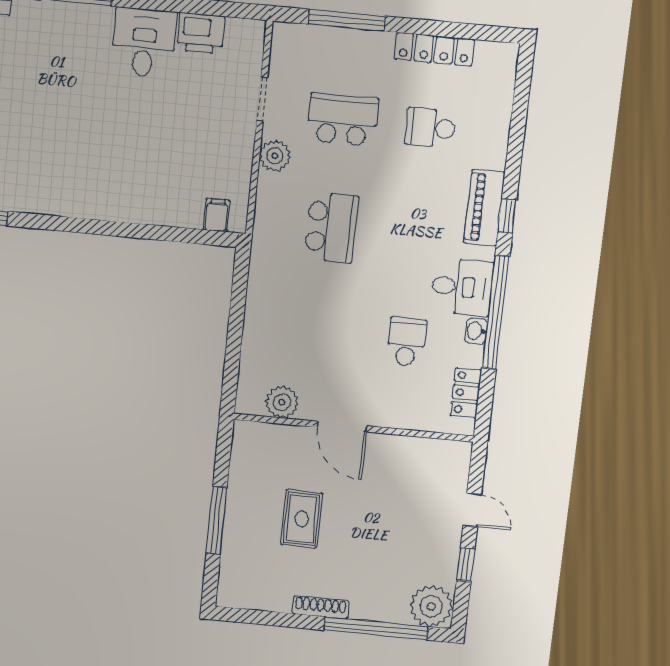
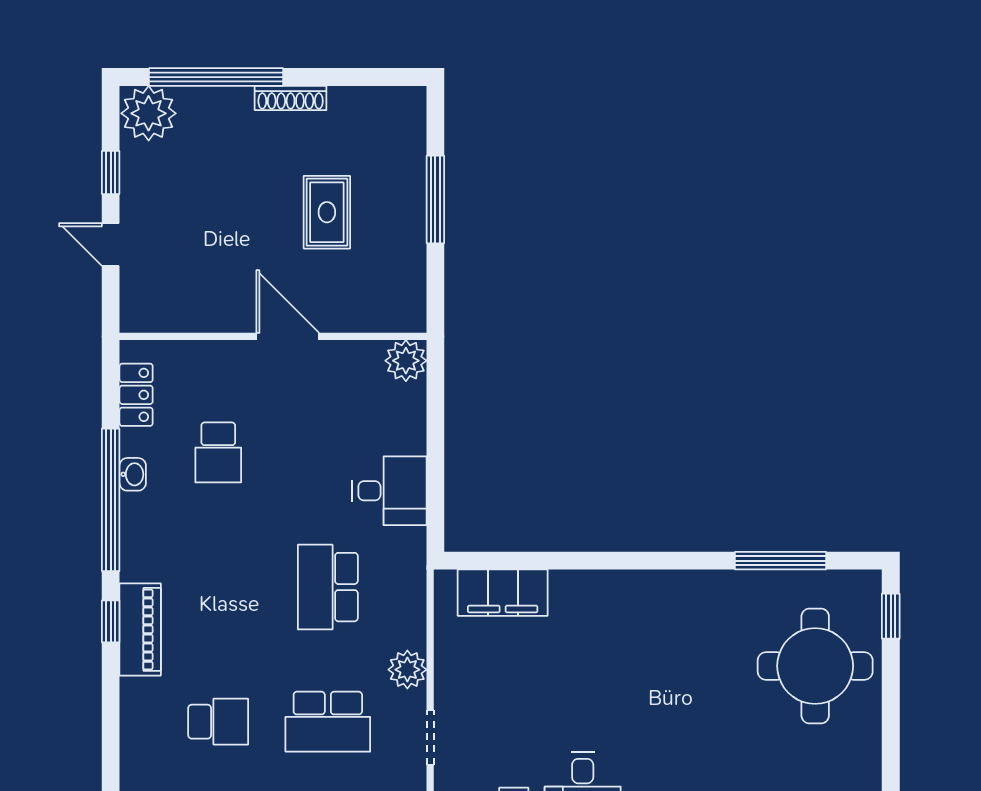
filing cabinet: (217, 215) -> (503, 593), width x3.00, depth x1.17
desk: (462, 287) -> (389, 491), moved, turned 180
plant: (282, 402) -> (406, 361), moved

